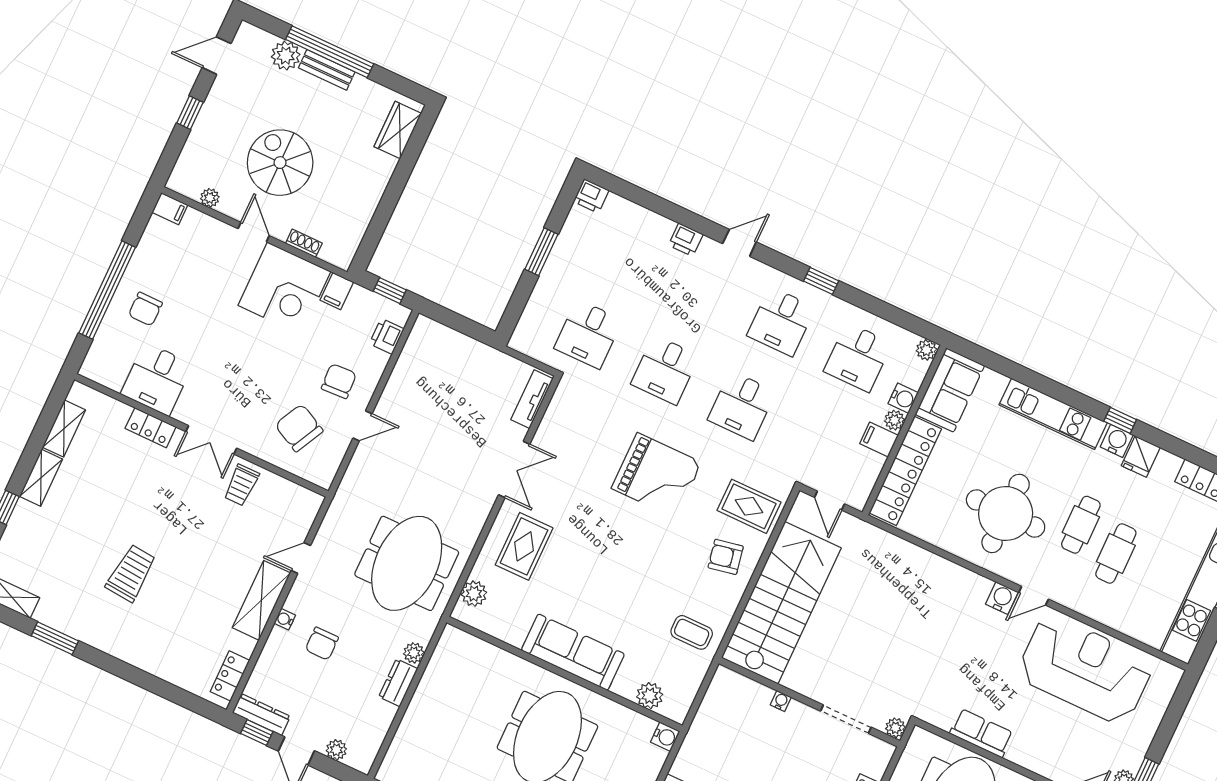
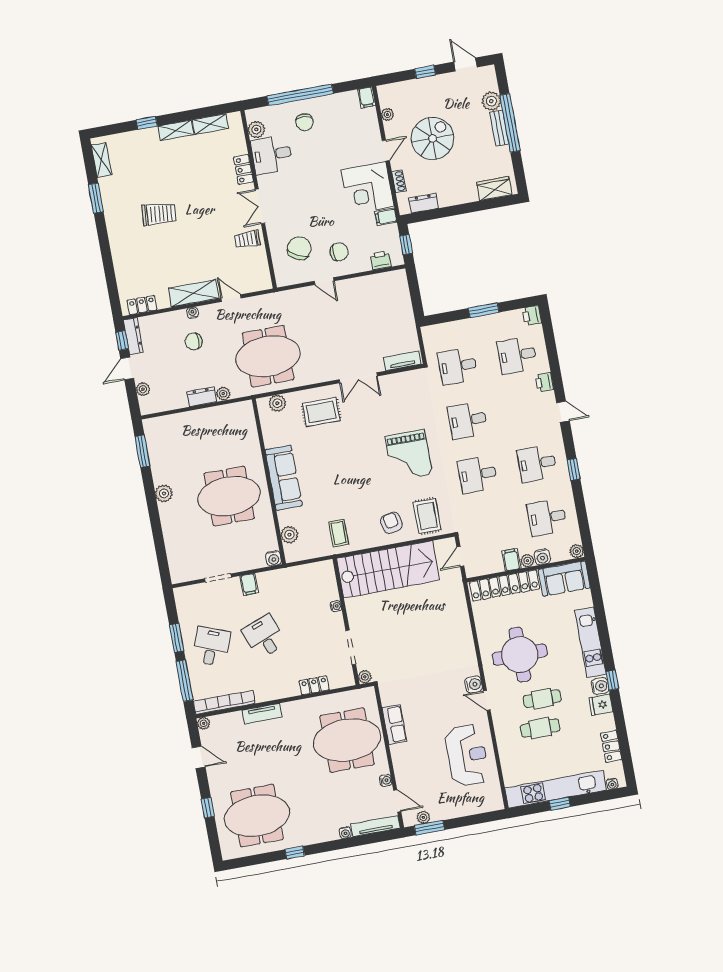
dresser: (353, 231) -> (424, 203), added
desk: (628, 250) -> (517, 355), added
chair: (145, 309) -> (304, 122), turned -90
plant: (112, 376) -> (256, 130), added
reception desk: (1085, 669) -> (467, 755), width x0.74, depth x0.77

